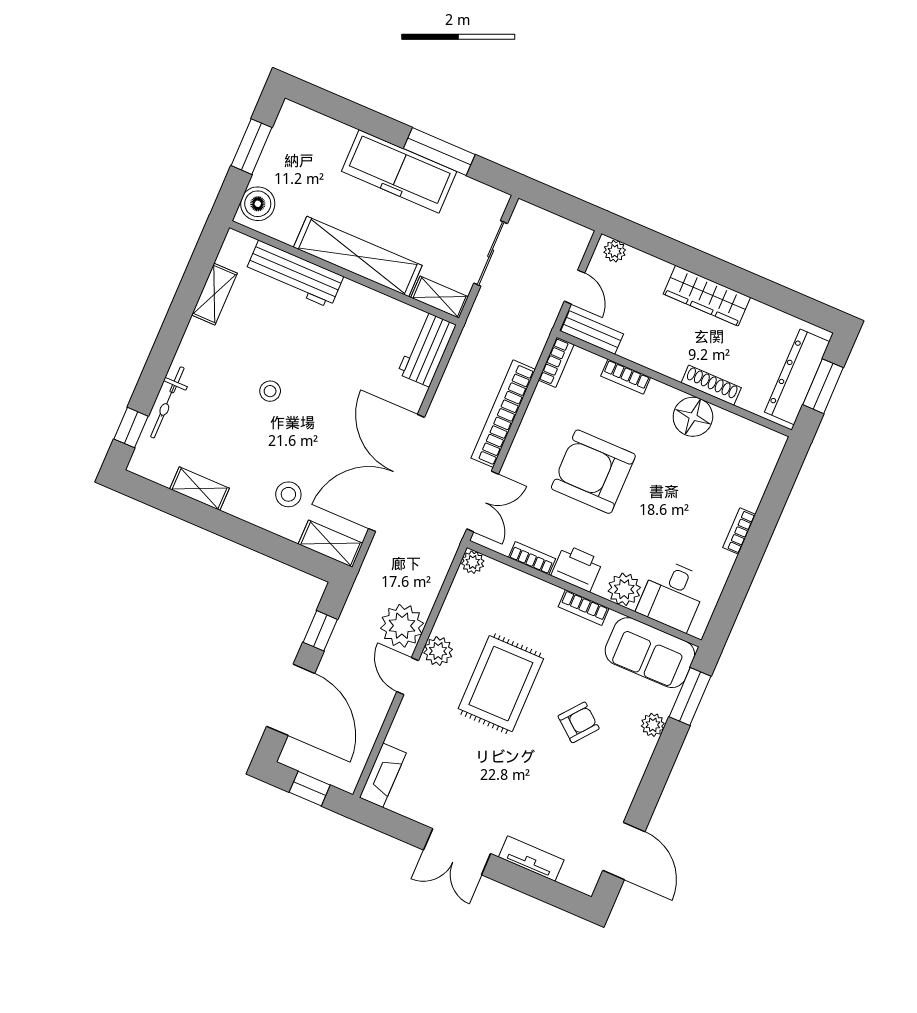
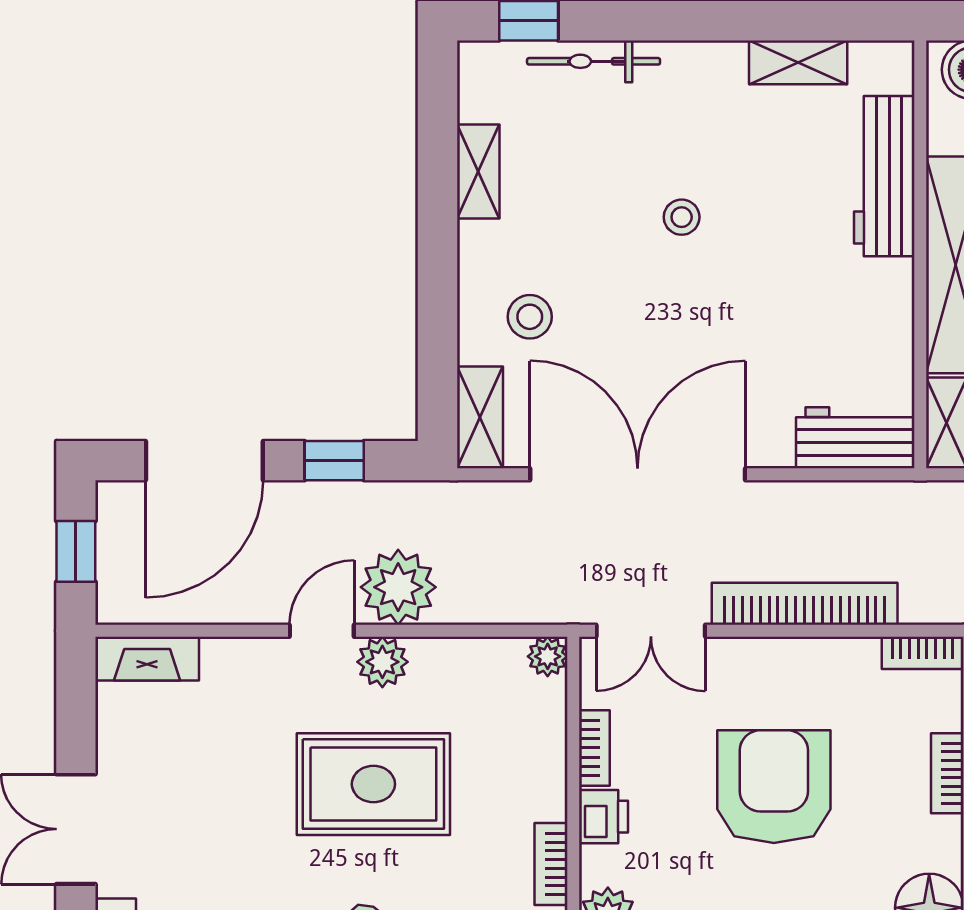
printer: (577, 568) -> (604, 817), width x0.73, depth x0.81

